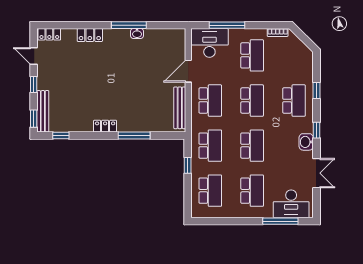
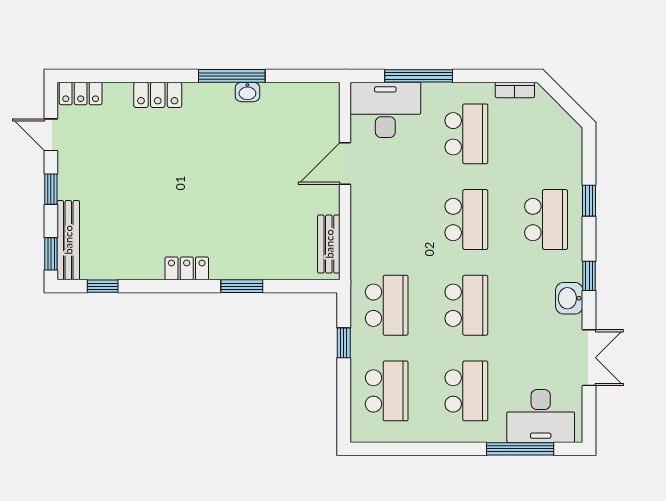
school desk: (210, 101) -> (387, 220), removed
bench: (180, 108) -> (329, 244), width x0.73
window: (134, 136) -> (242, 286), width x0.69

